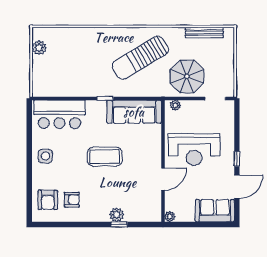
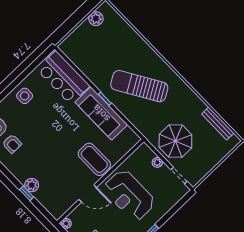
sun lounger: (140, 58) -> (139, 86), moved
plant: (175, 105) -> (157, 162), moved
sofa: (134, 112) -> (101, 113), moved
coffee table: (105, 156) -> (94, 159), moved

